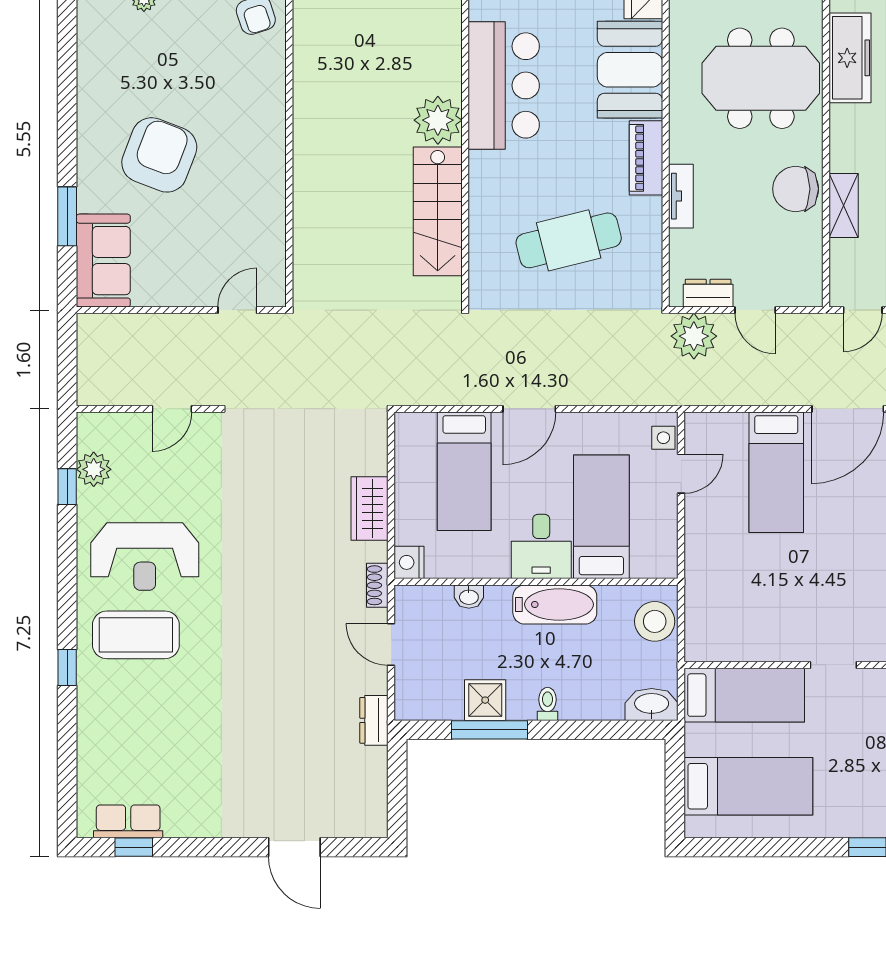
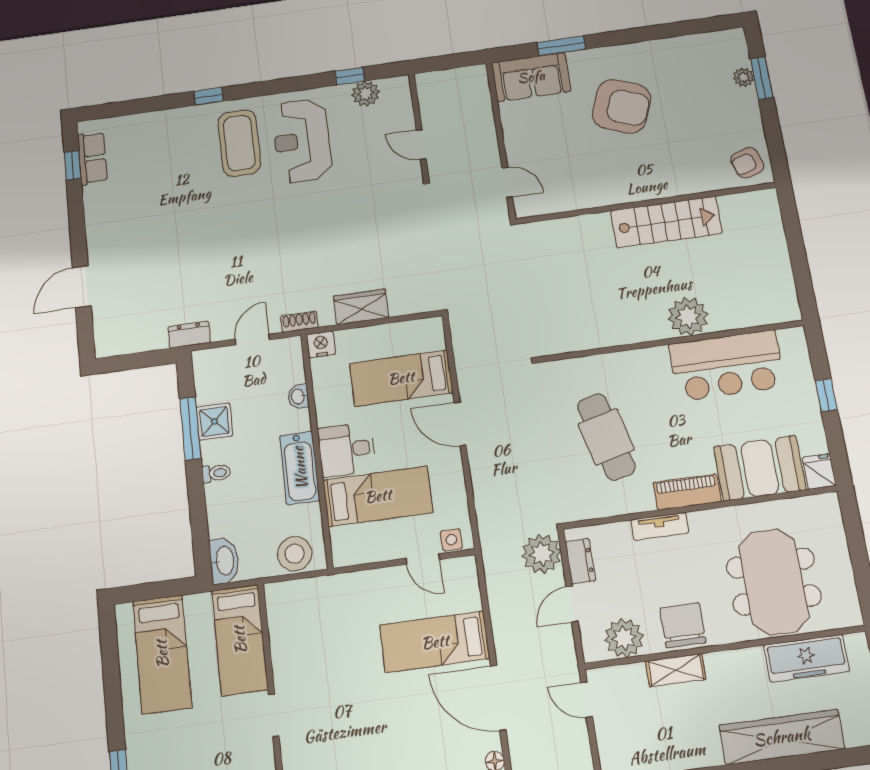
stairs: (438, 211) -> (666, 222), moved, turned 180
plant: (801, 257) -> (624, 638), added

